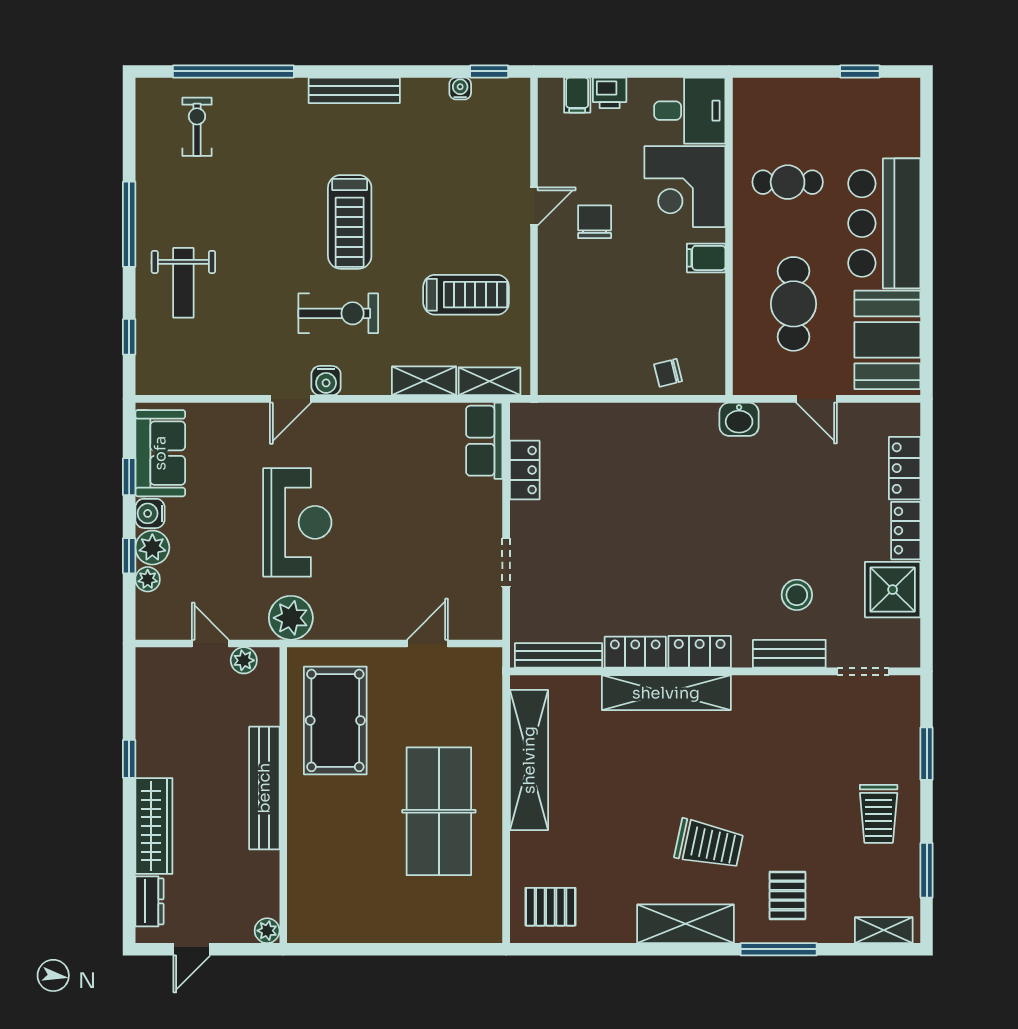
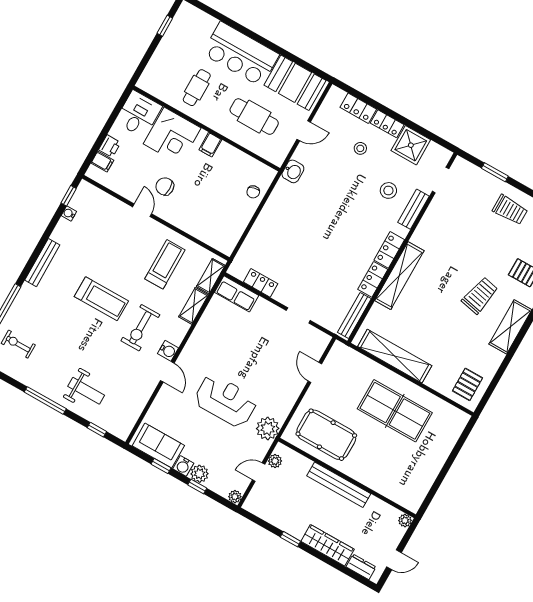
exercise bike: (338, 313) -> (140, 328), turned 180
stool: (840, 509) -> (360, 148), added
plant: (148, 579) -> (235, 497), moved
door: (192, 949) -> (394, 560), hinge flipped

